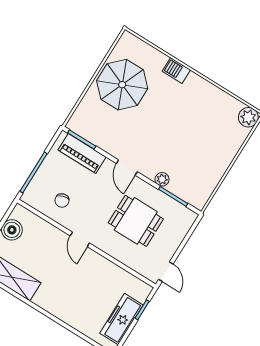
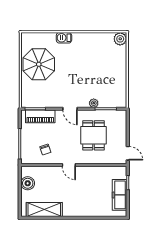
dining table: (136, 221) -> (93, 135), turned 90

